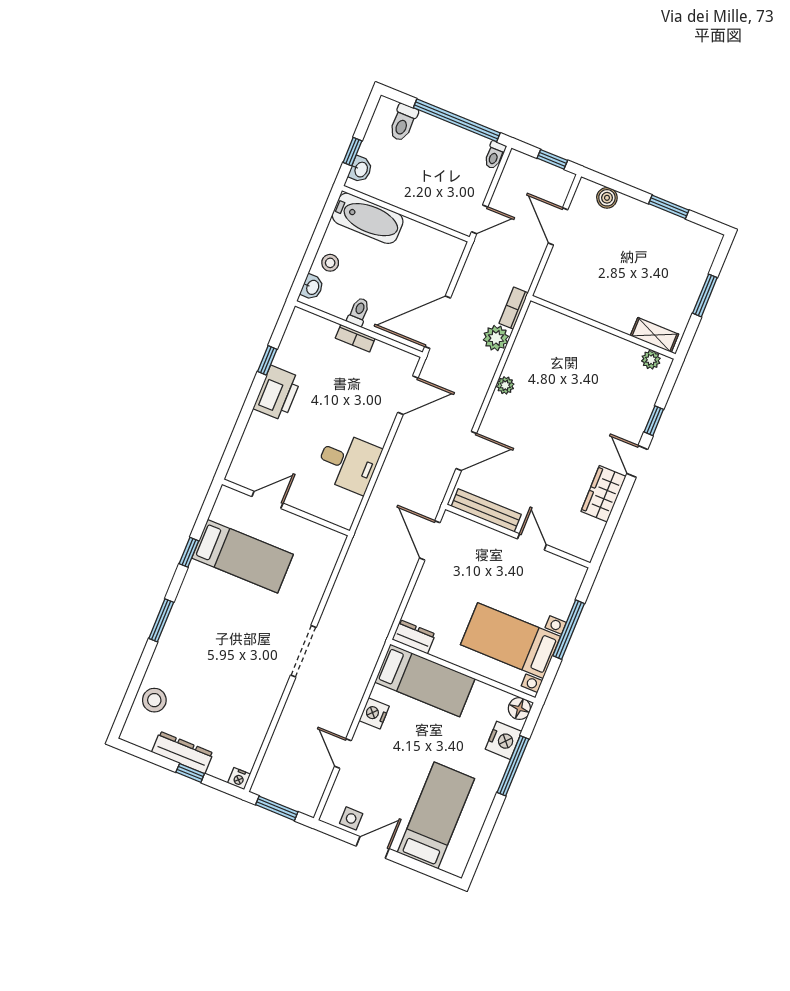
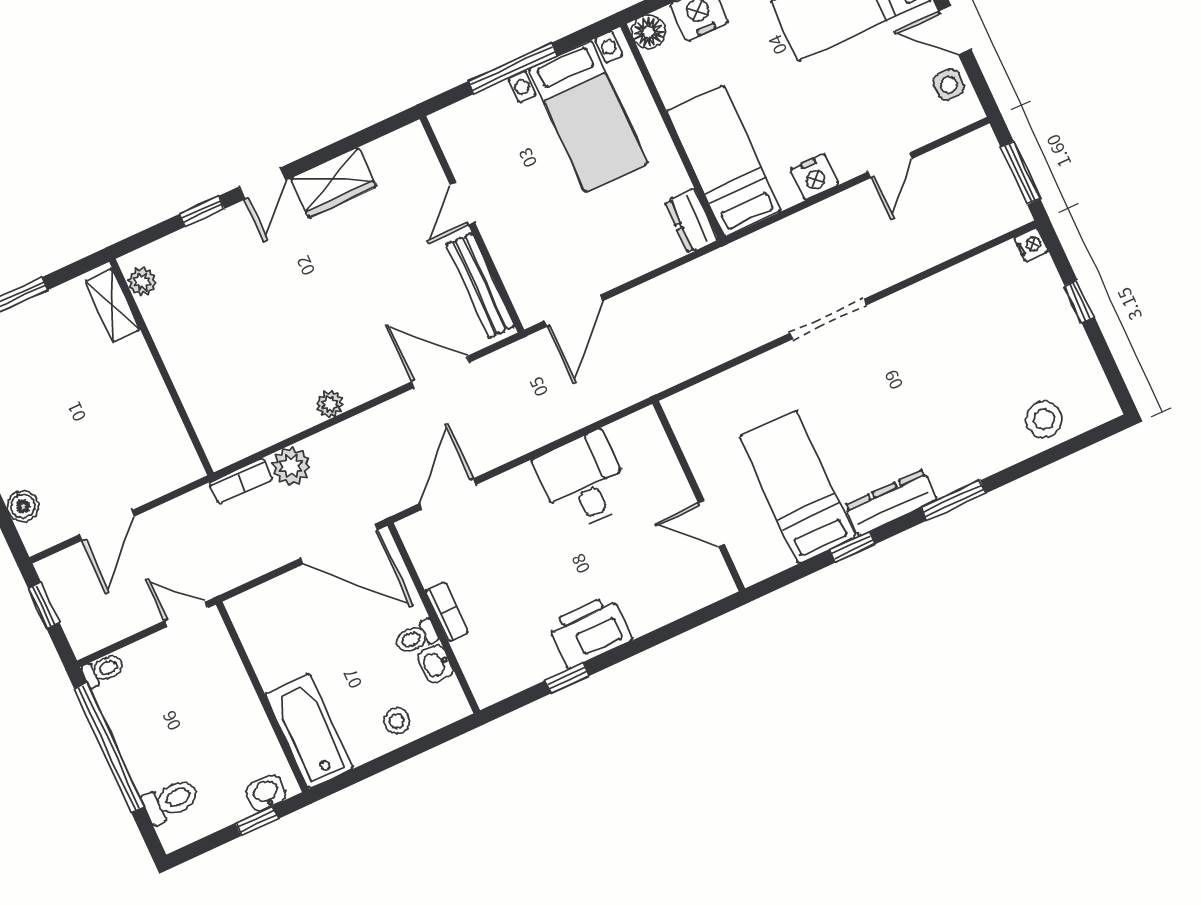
washbasin: (312, 287) -> (436, 664), moved, turned -90
door: (408, 395) -> (448, 494), hinge flipped
dresser: (182, 753) -> (891, 503), moved, turned 90

